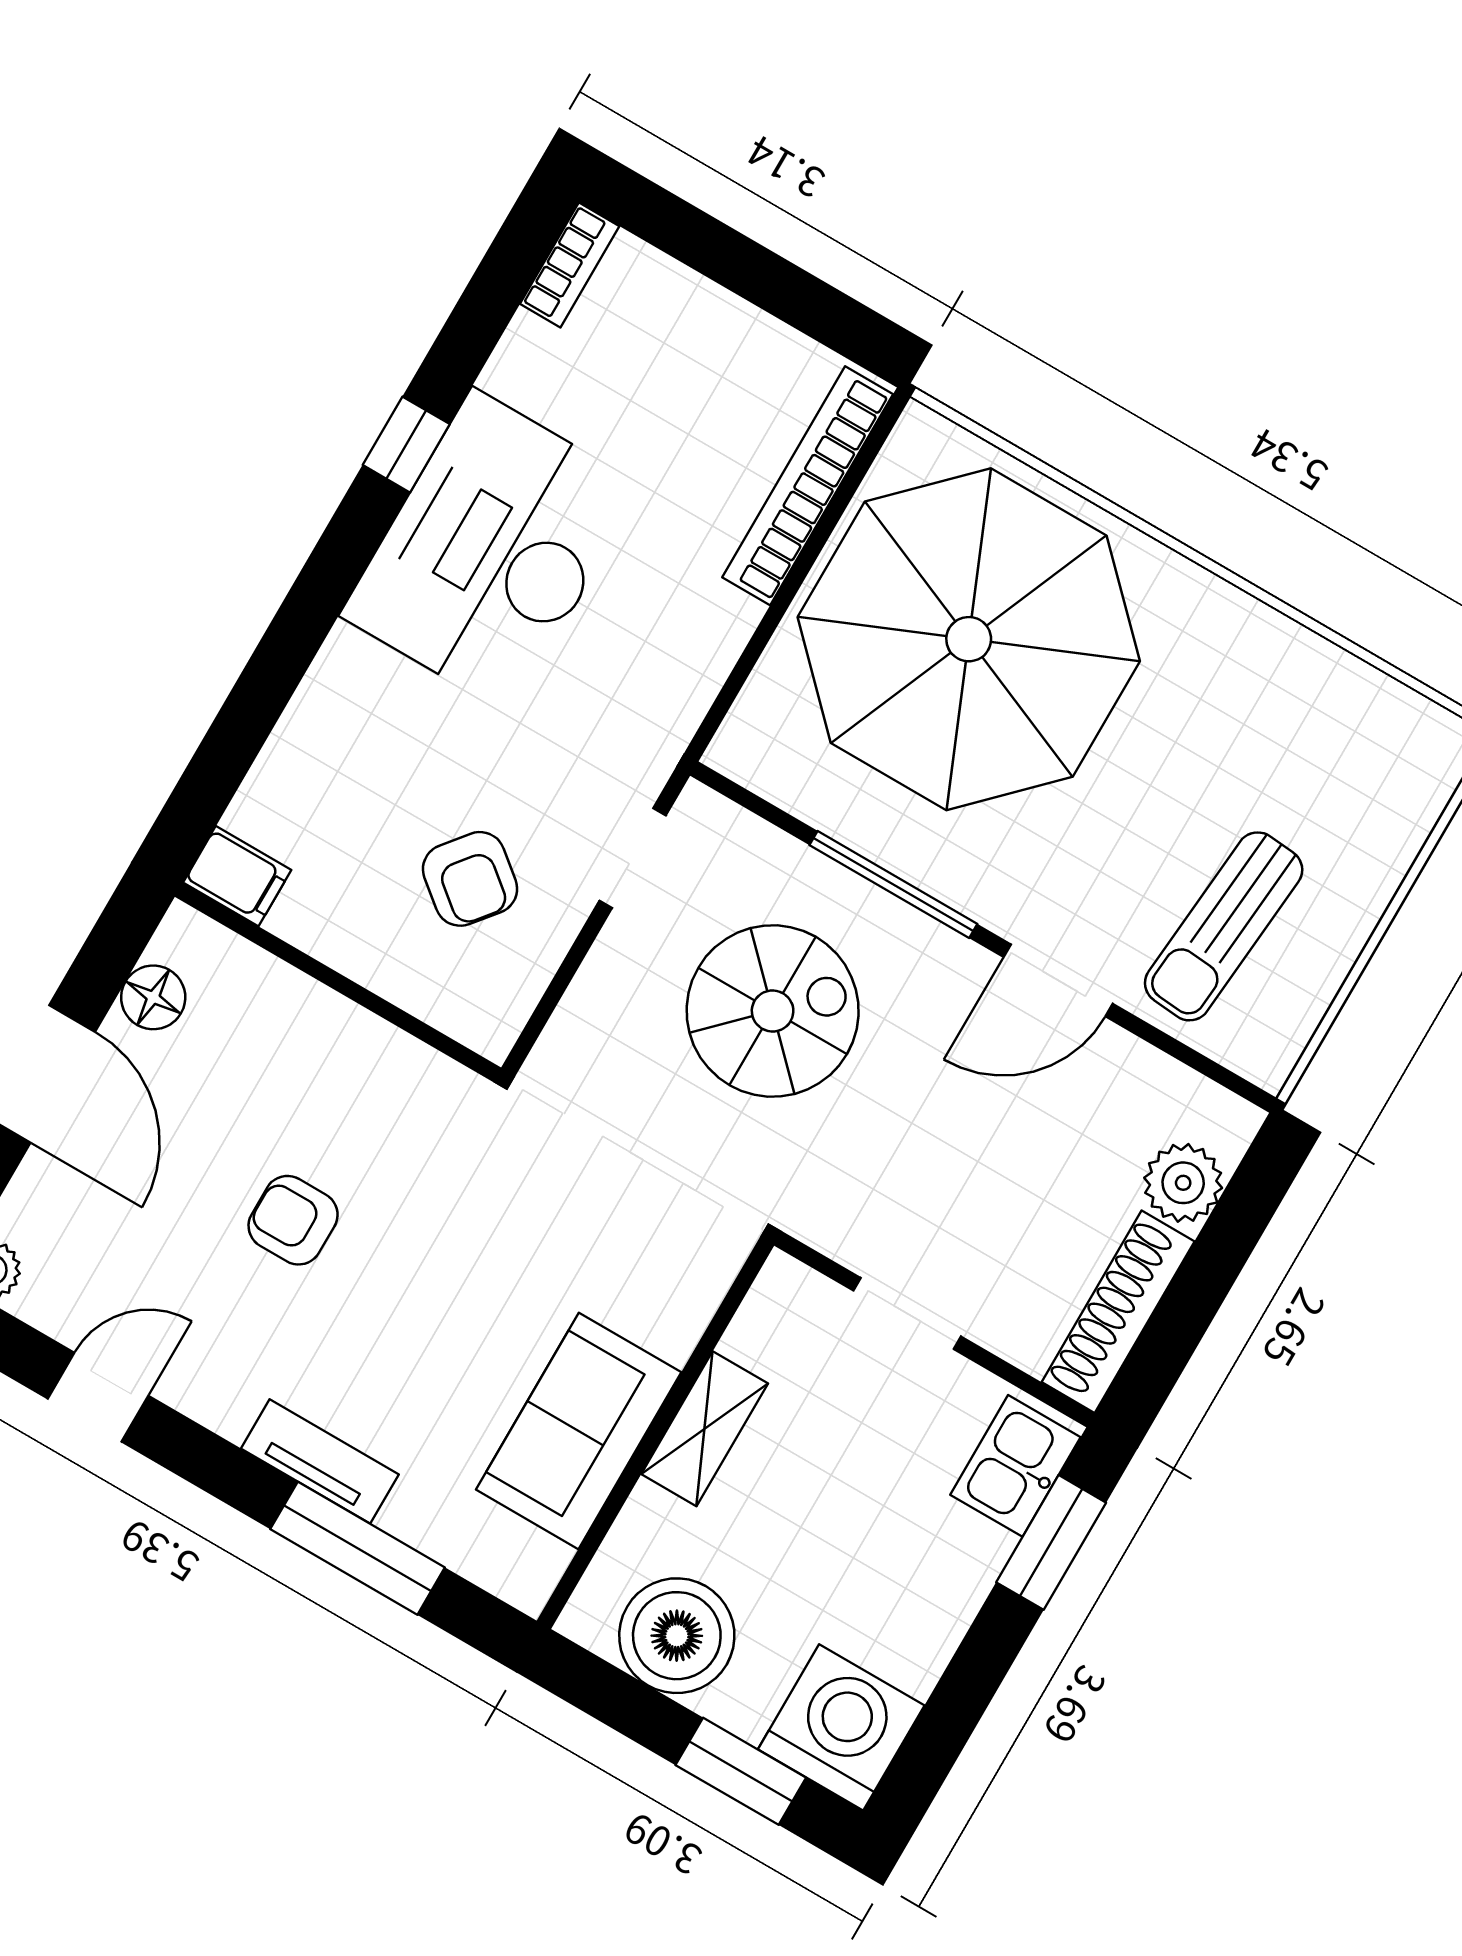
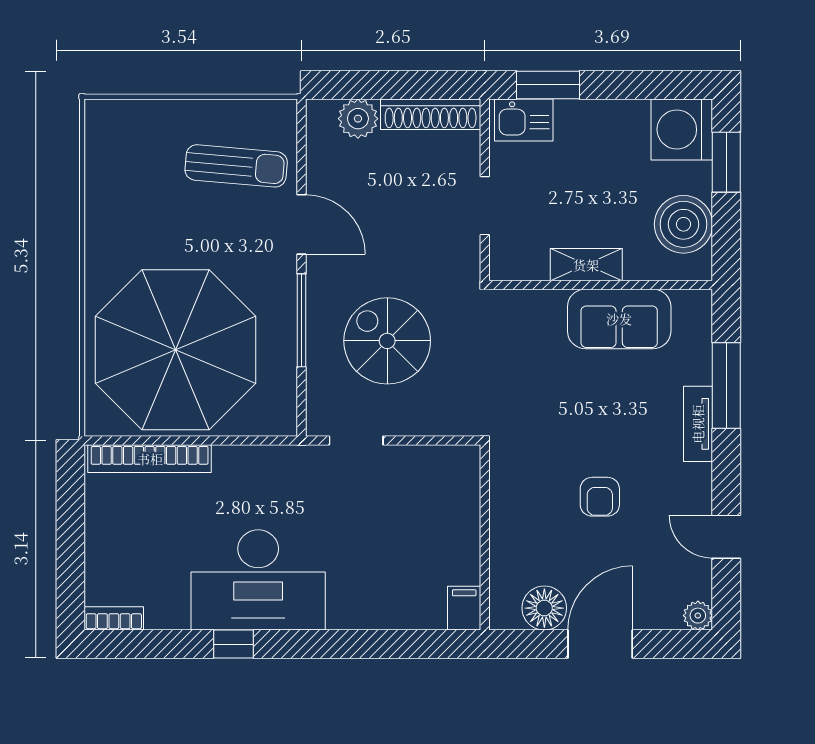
armchair: (470, 879) -> (406, 506), removed
floor lamp: (153, 997) -> (544, 608), width x1.38, depth x1.38

